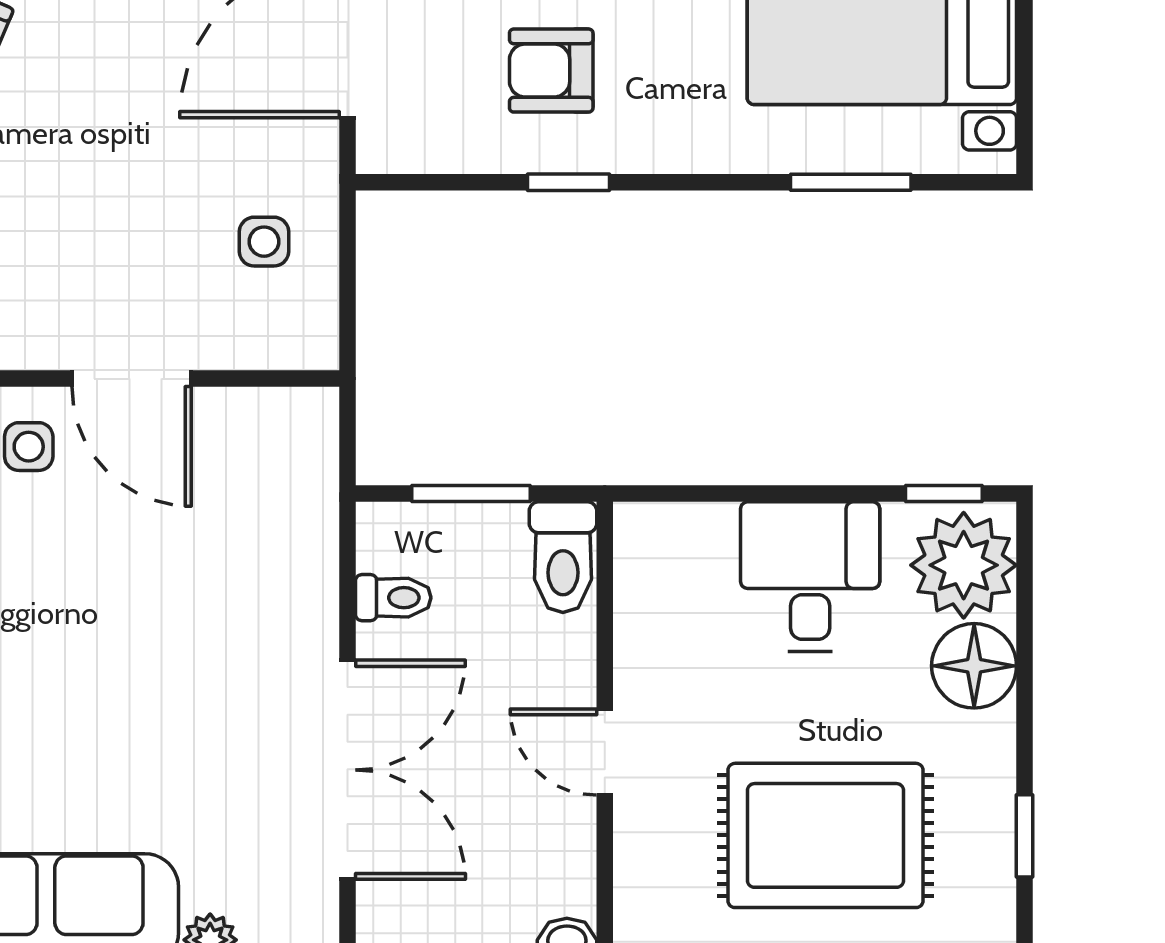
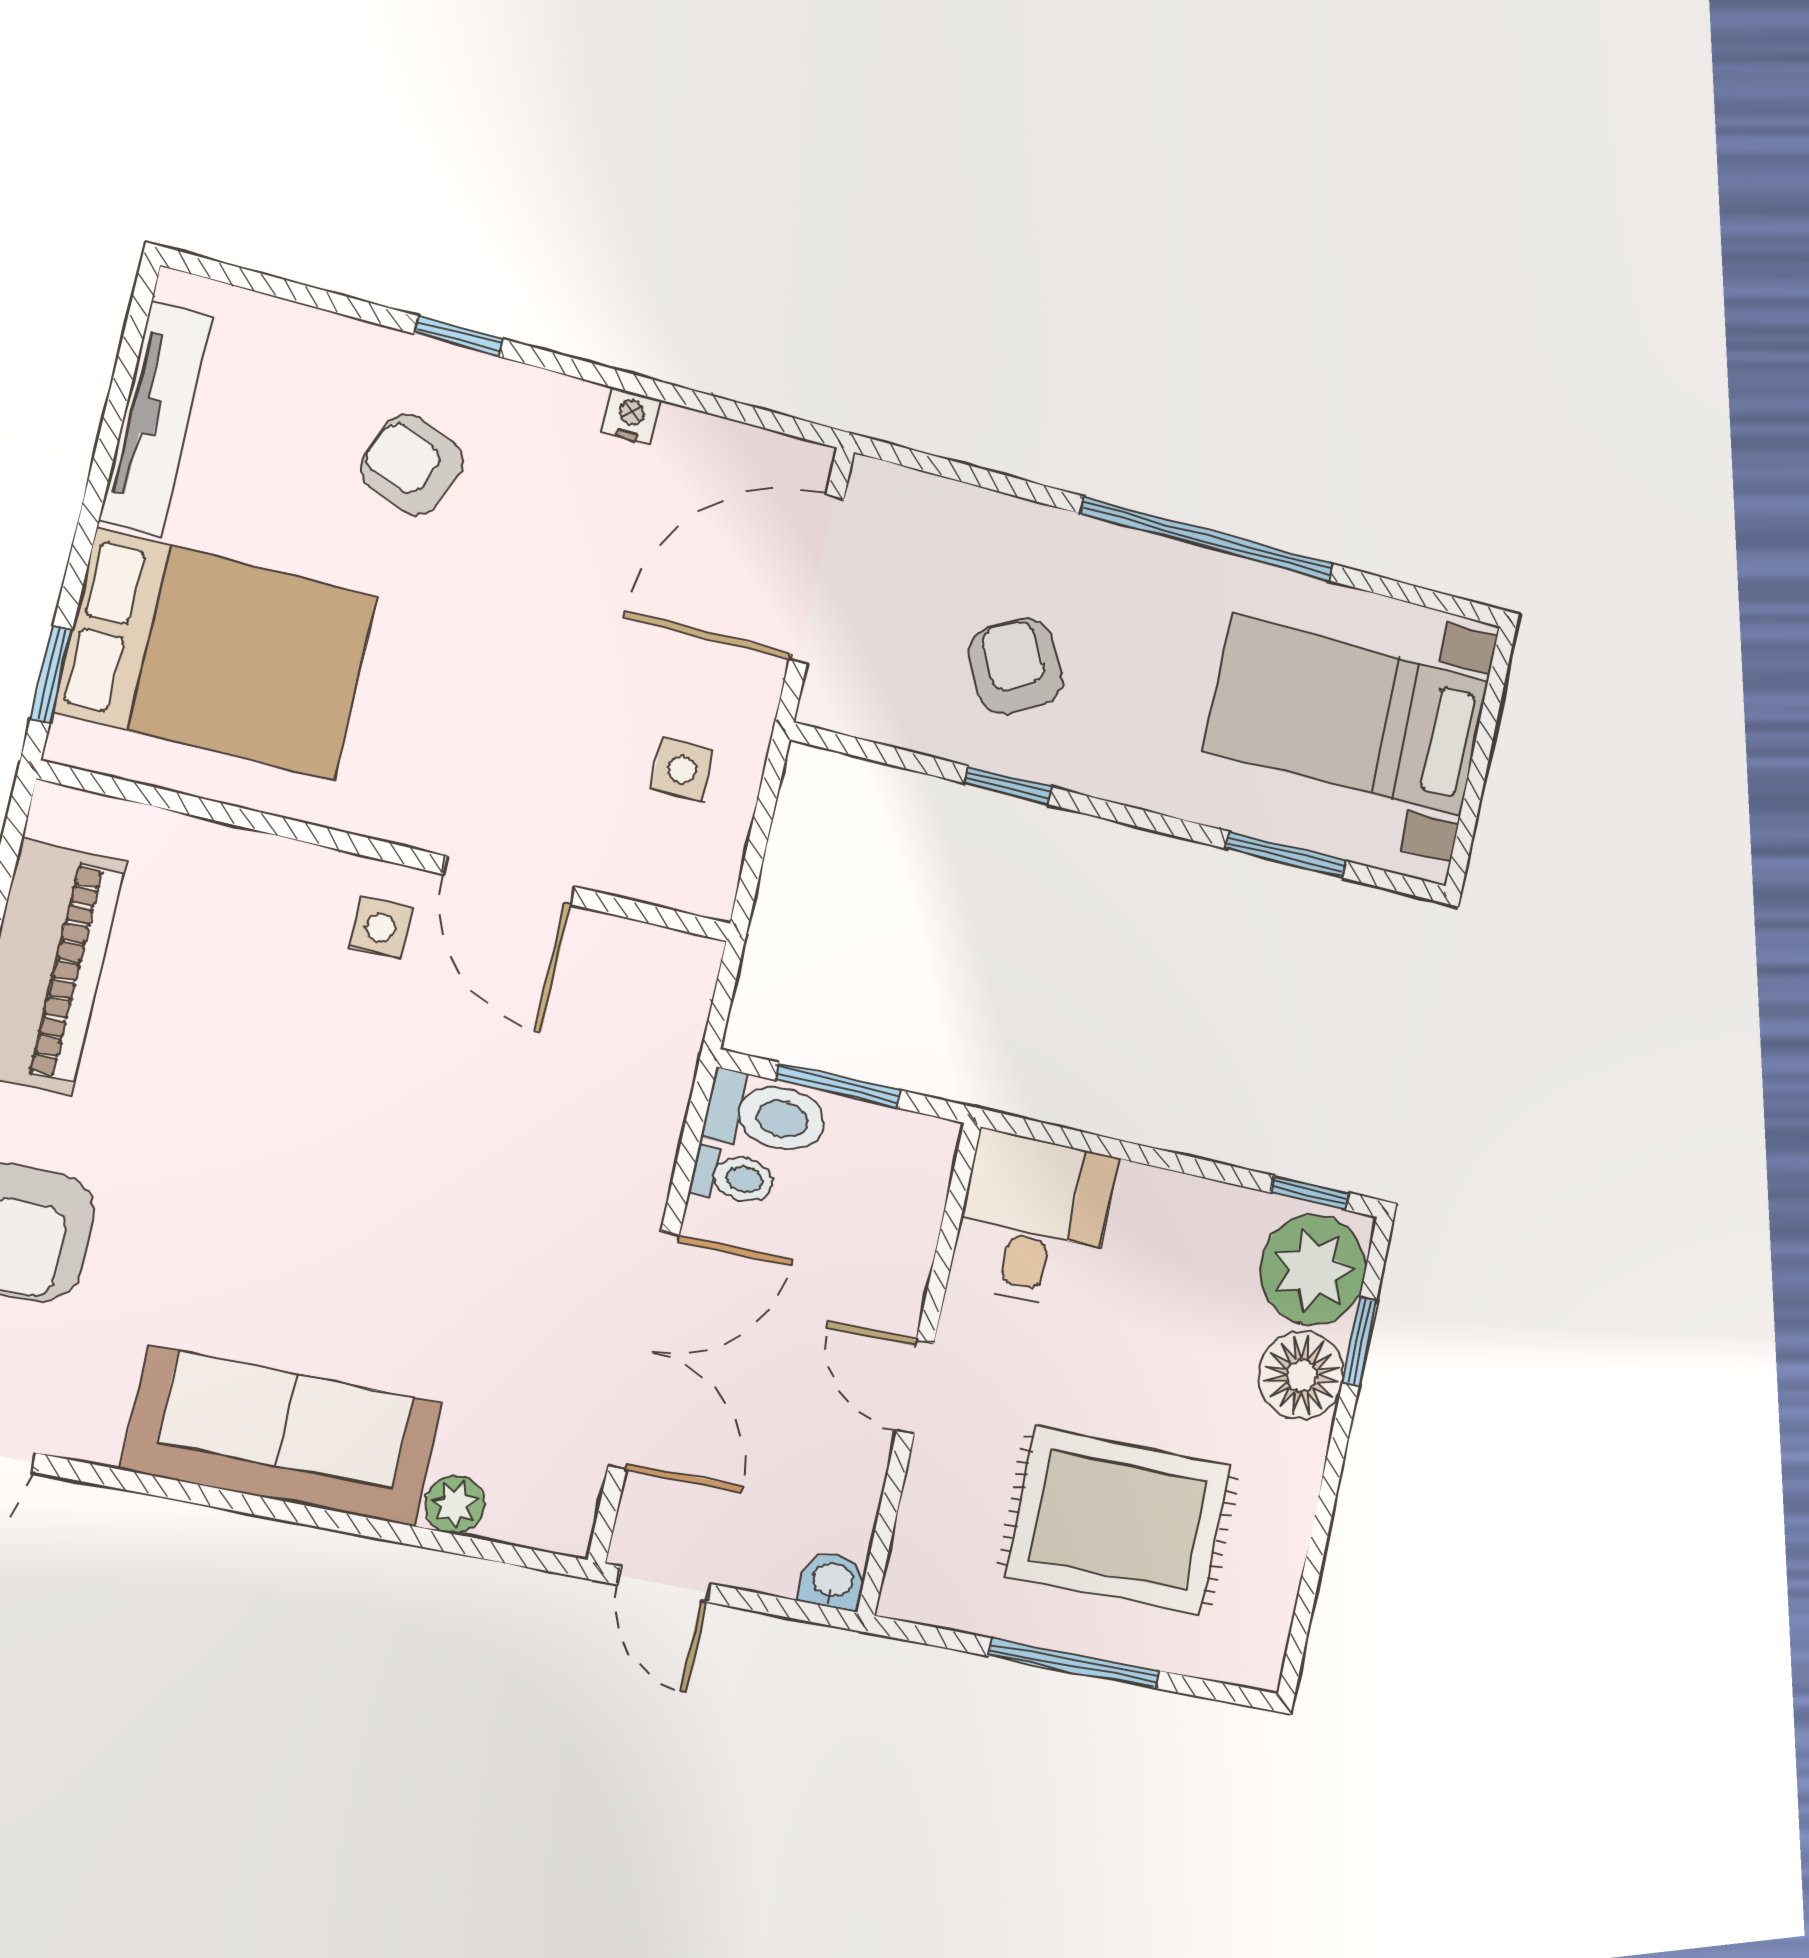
armchair: (551, 71) -> (1016, 666), turned 61
toilet: (563, 557) -> (766, 1115), moved, turned -90
desk: (810, 577) -> (1033, 1220), moved
window: (1025, 836) -> (1359, 1341), moved

